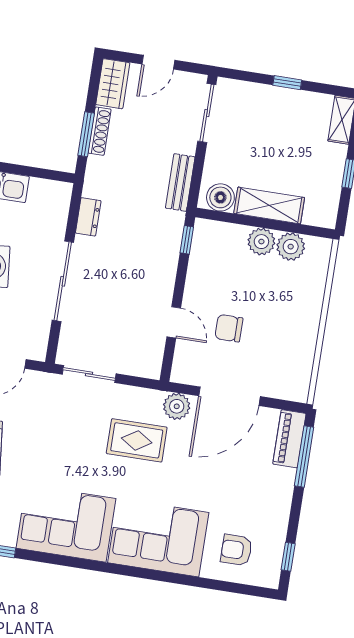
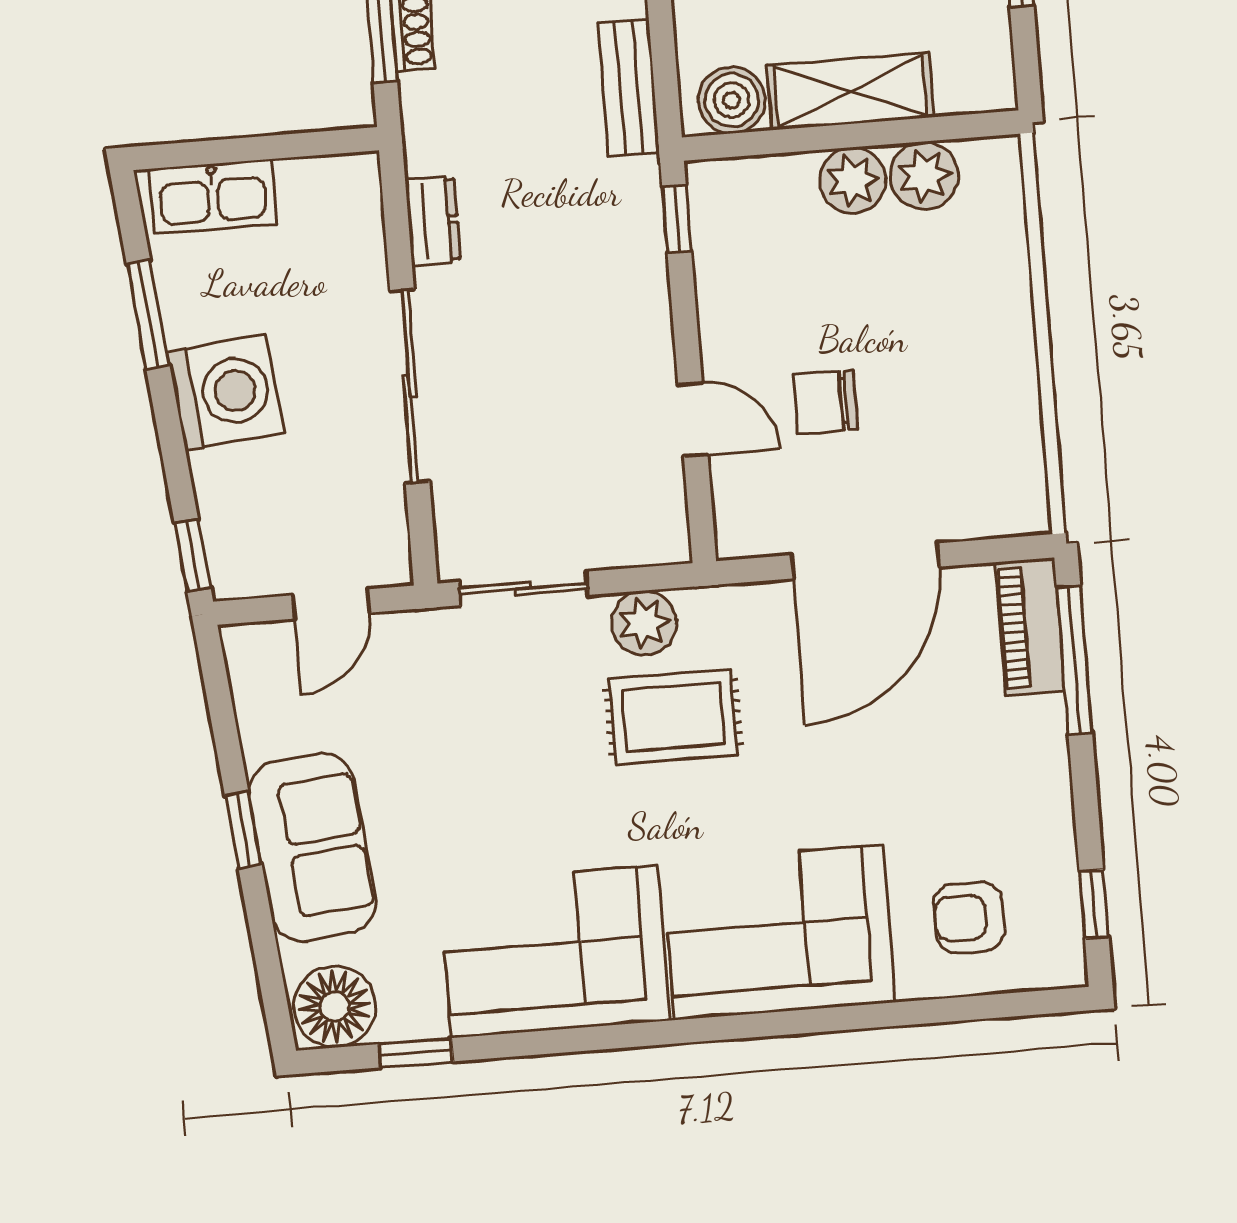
plant: (177, 406) -> (644, 623), moved

